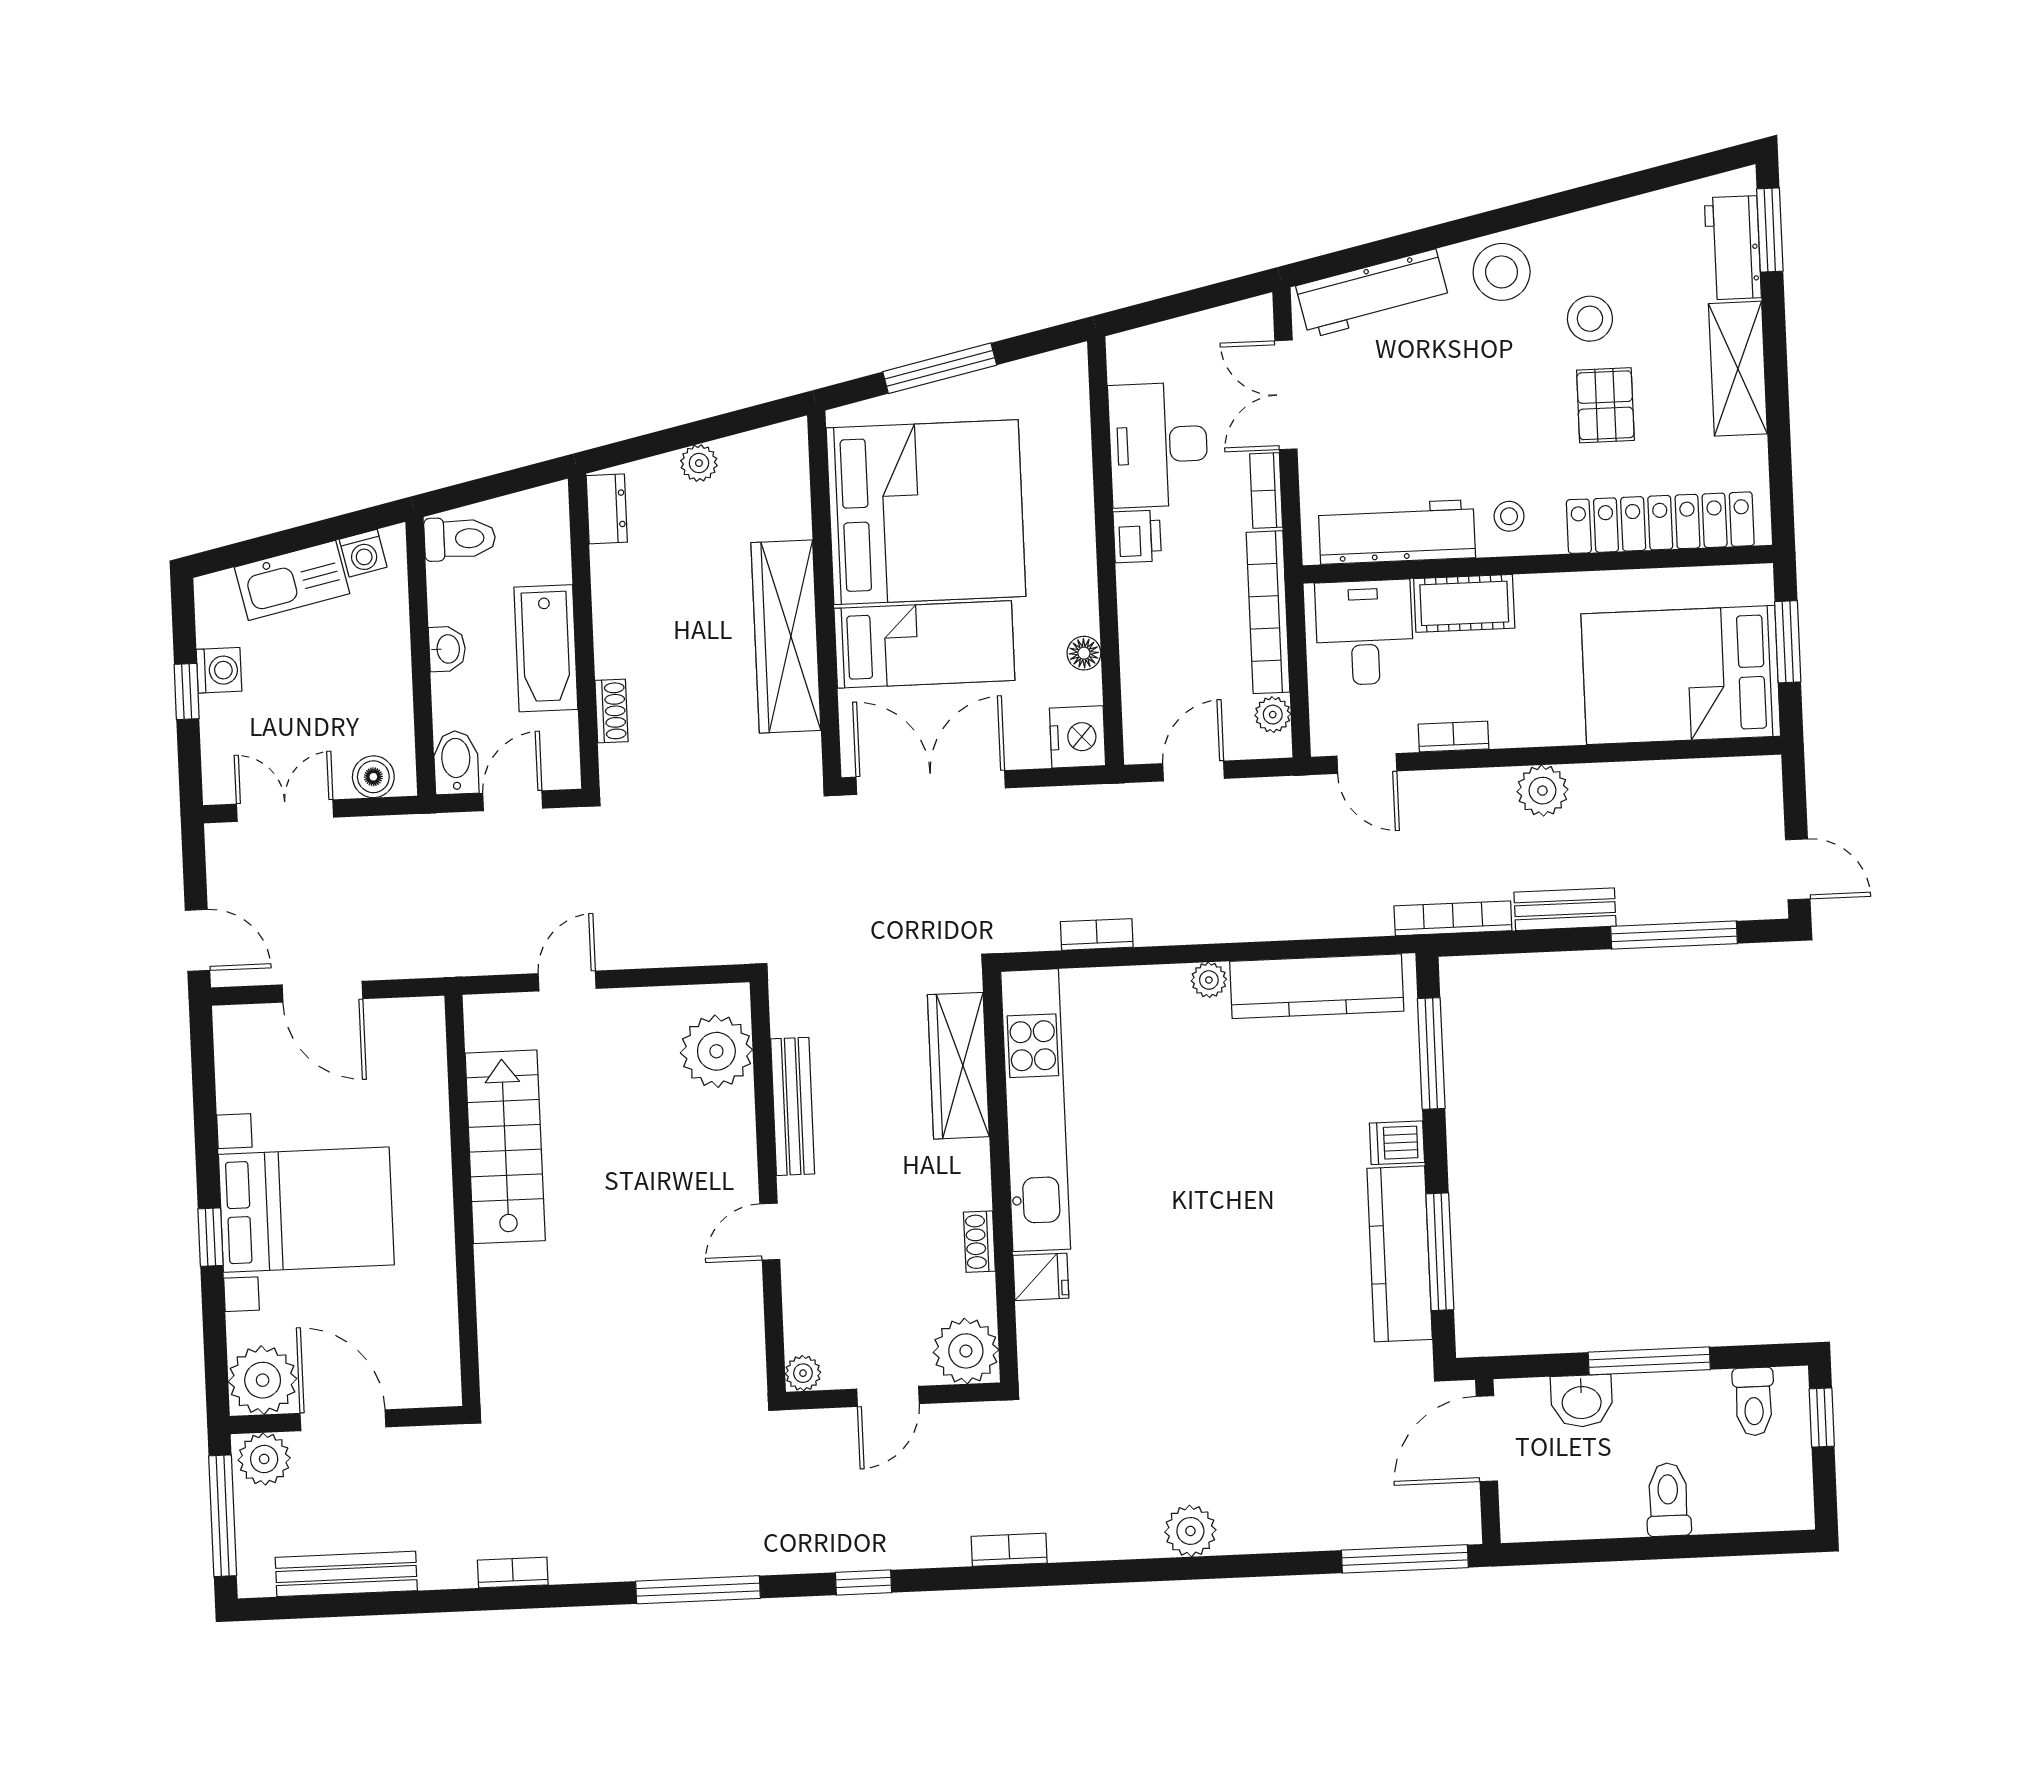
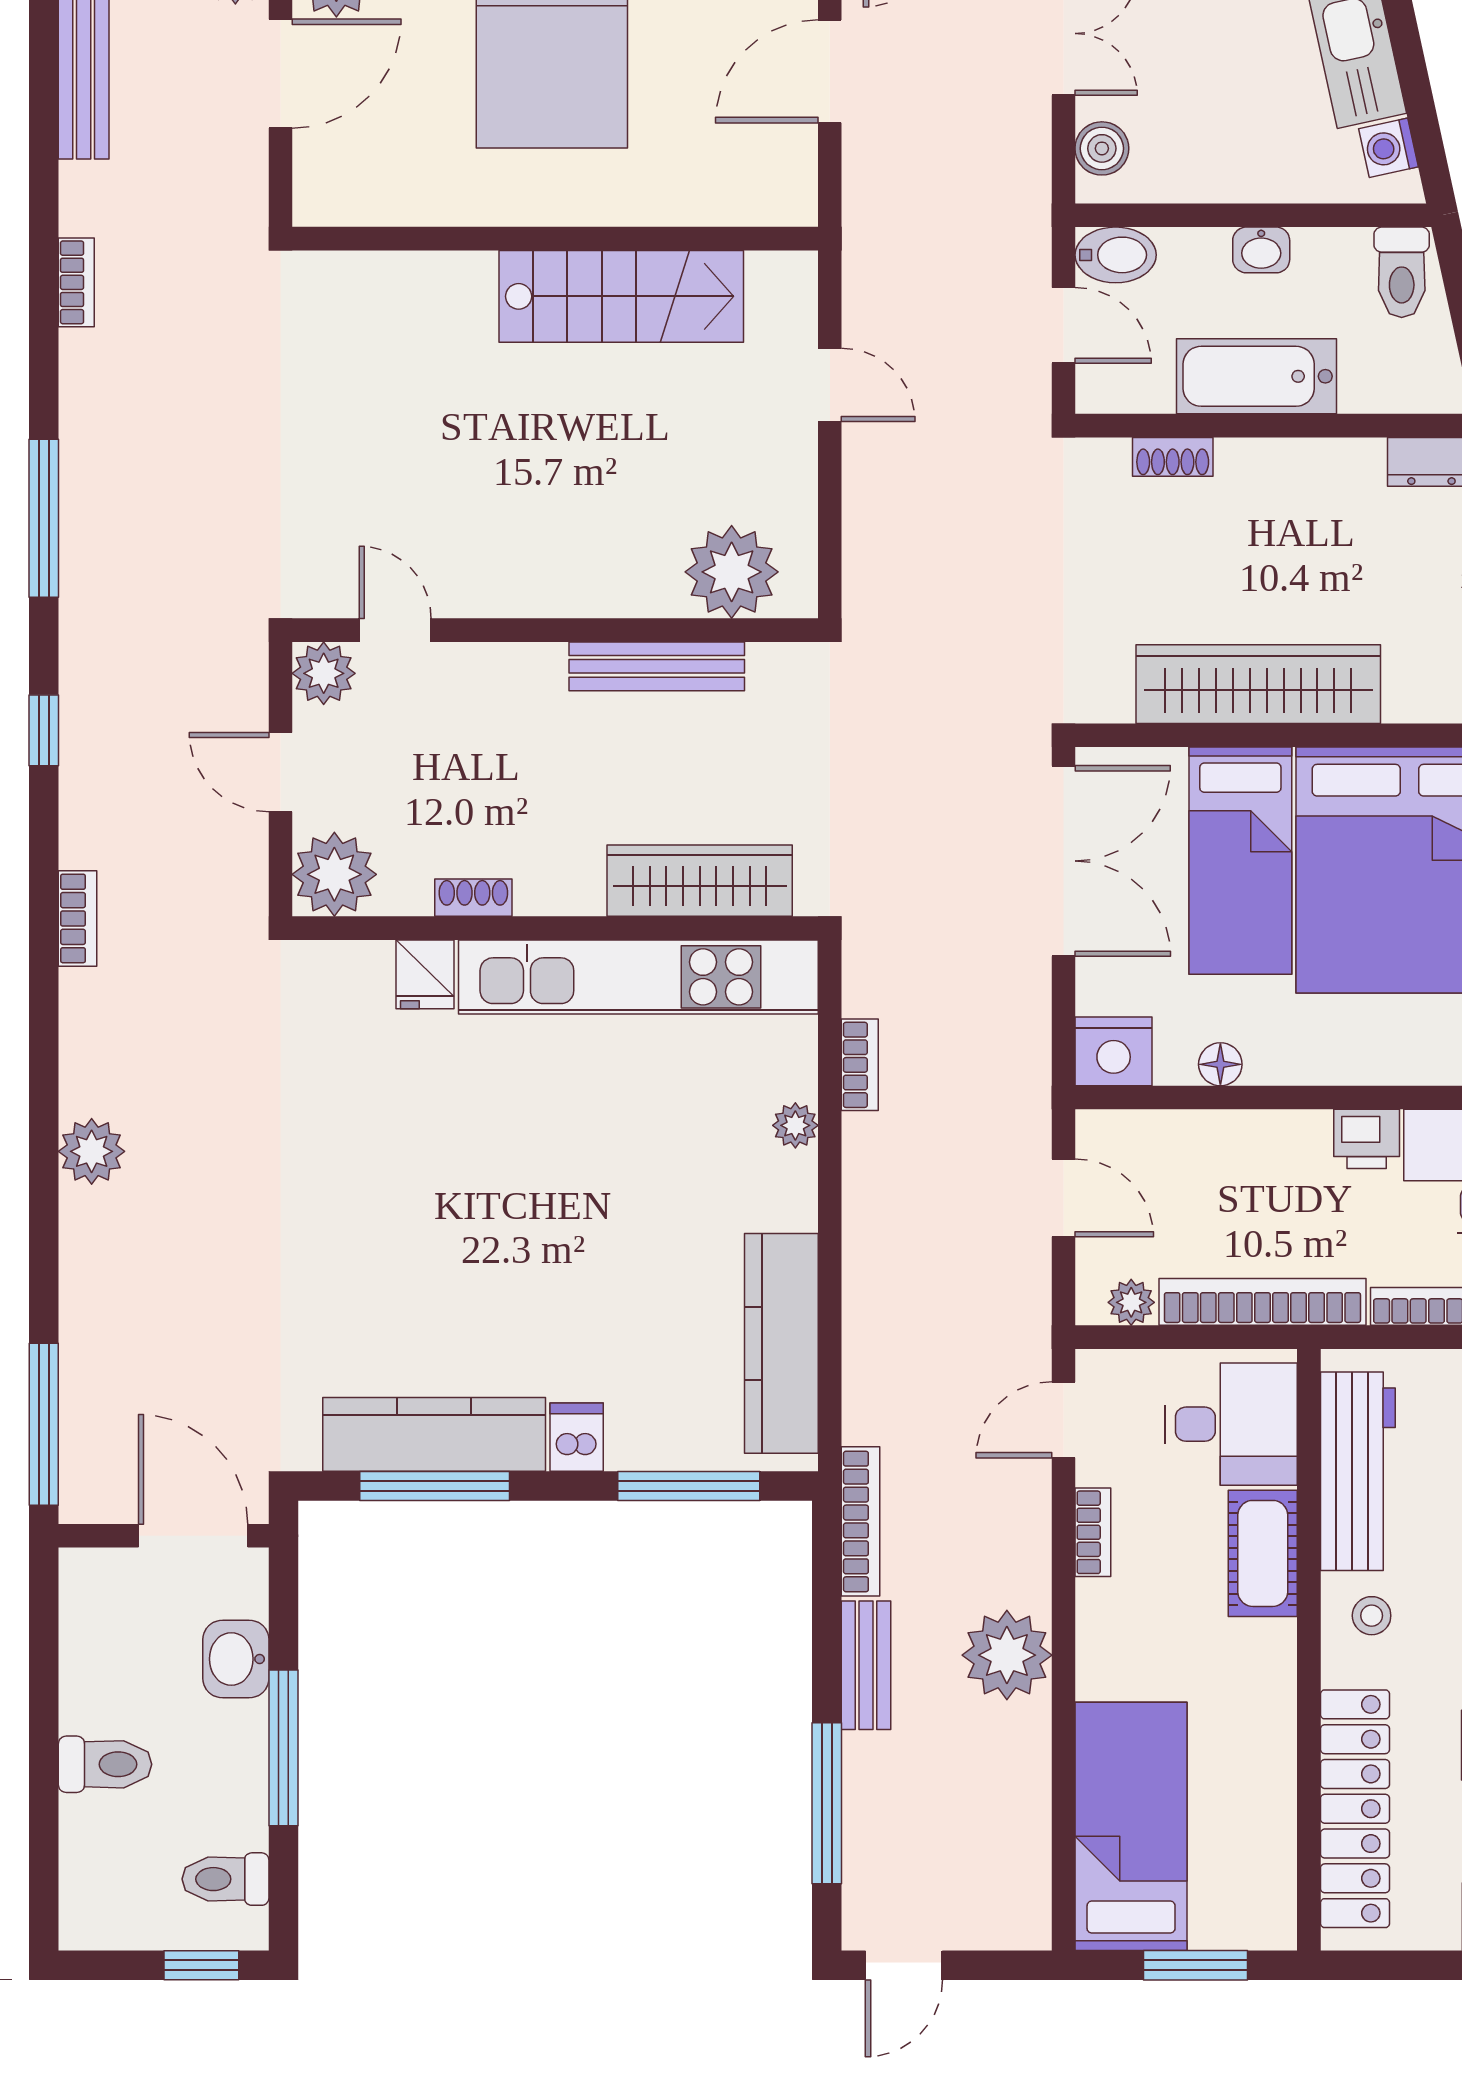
bed: (1681, 675) -> (1131, 1826), width x0.67
plant: (1542, 791) -> (1007, 1655), width x1.36, depth x1.36
plant: (1209, 980) -> (795, 1125), moved
door: (770, 1232) -> (395, 630), moved
plant: (803, 1373) -> (324, 673), width x1.38, depth x1.38

